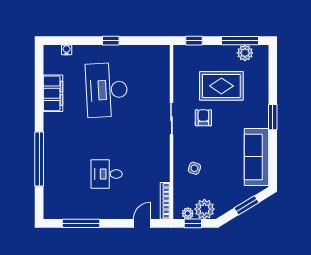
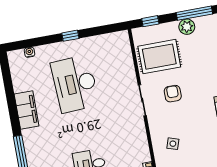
plant: (245, 53) -> (187, 27), moved
rug: (221, 86) -> (159, 57), moved
filing cabinet: (53, 93) -> (27, 110), moved

